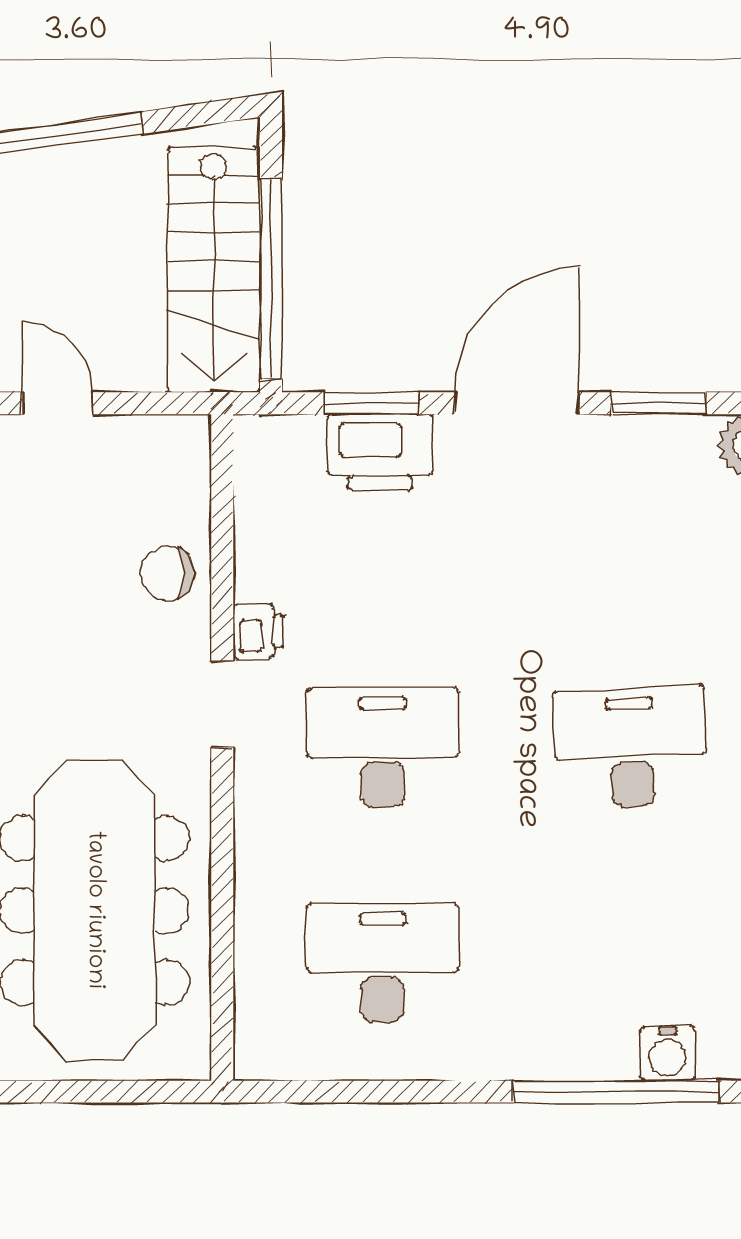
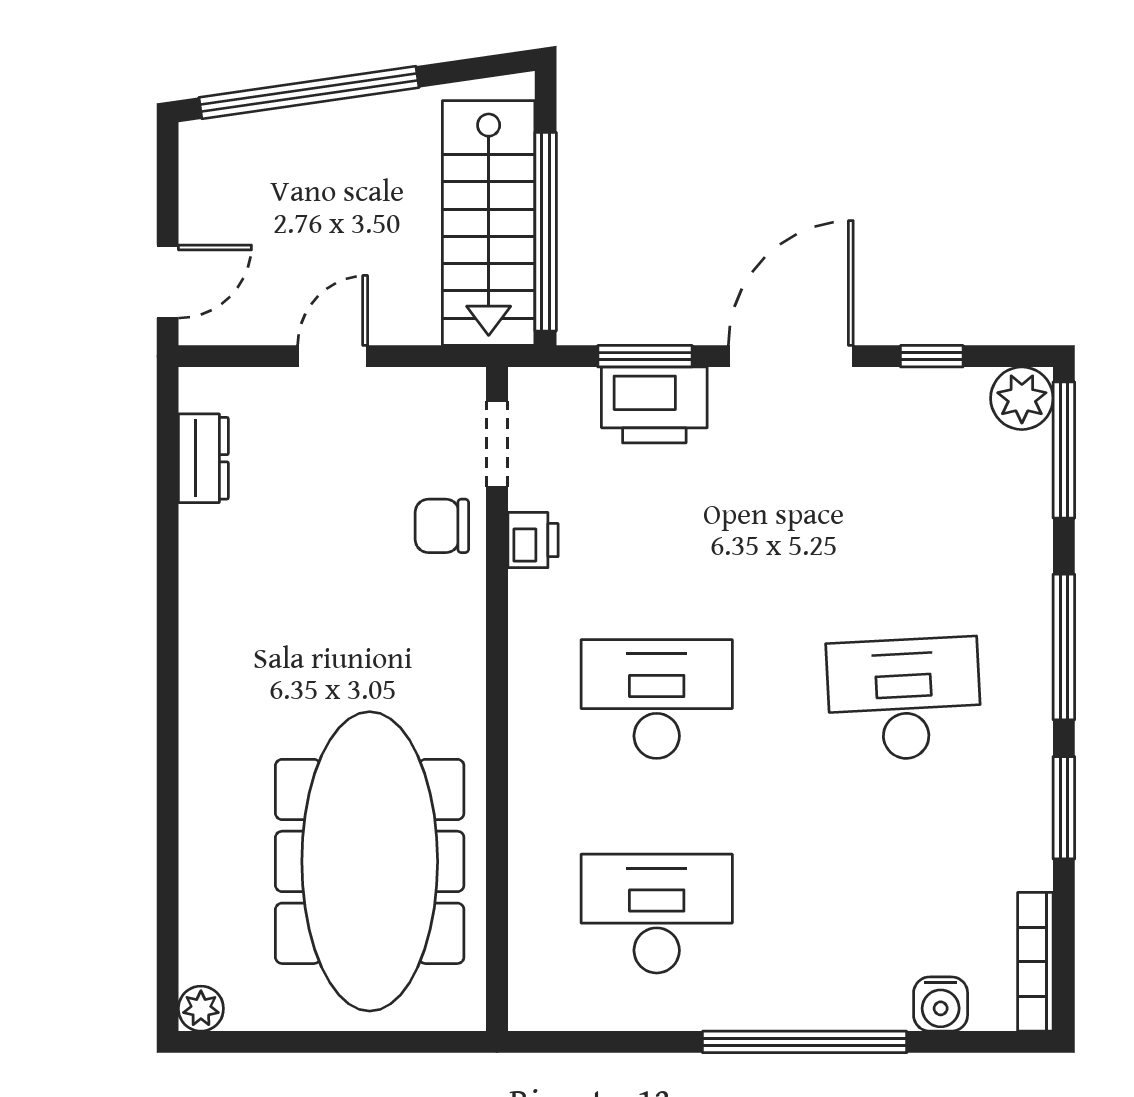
door: (57, 403) -> (333, 356), hinge flipped
window: (659, 403) -> (932, 356), width x0.67
printer: (258, 631) -> (533, 540), moved
doorway: (222, 704) -> (497, 444), moved
window: (616, 1092) -> (805, 1042), moved

